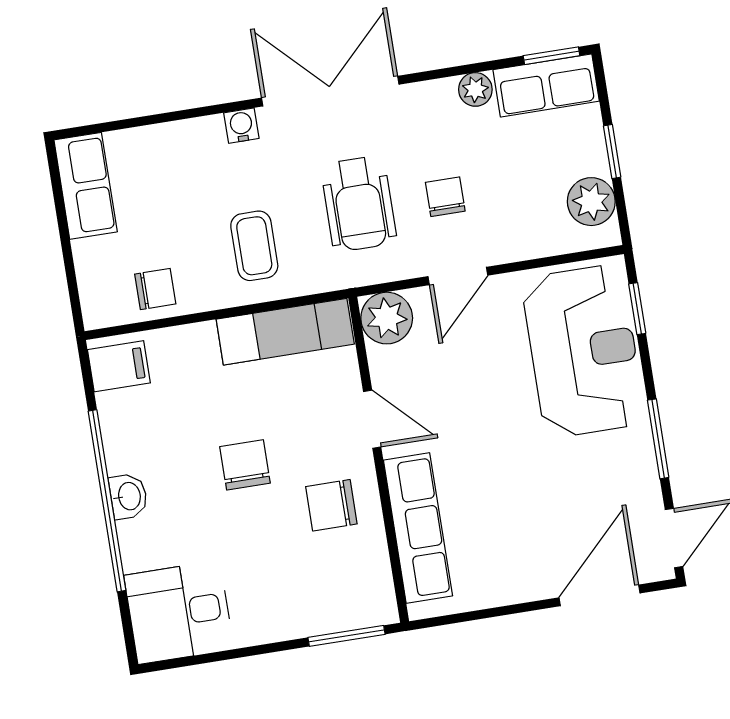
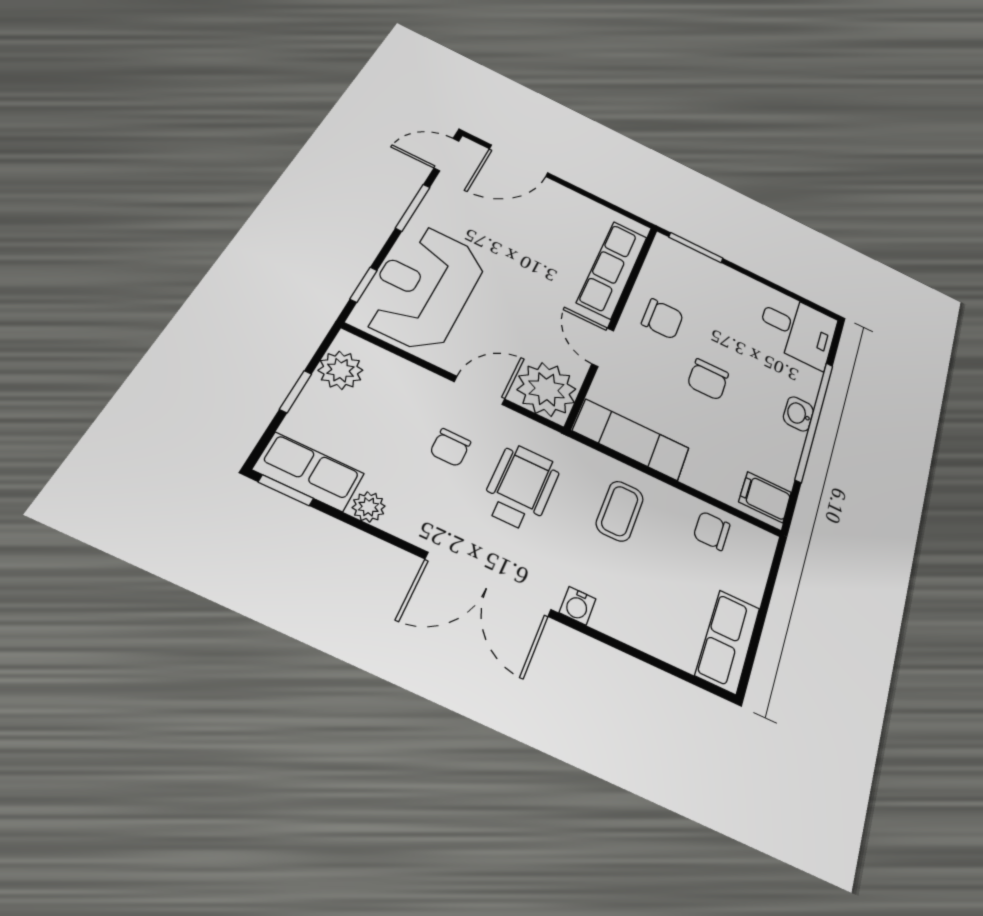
plant: (387, 318) -> (547, 389), width x1.36, depth x1.36

